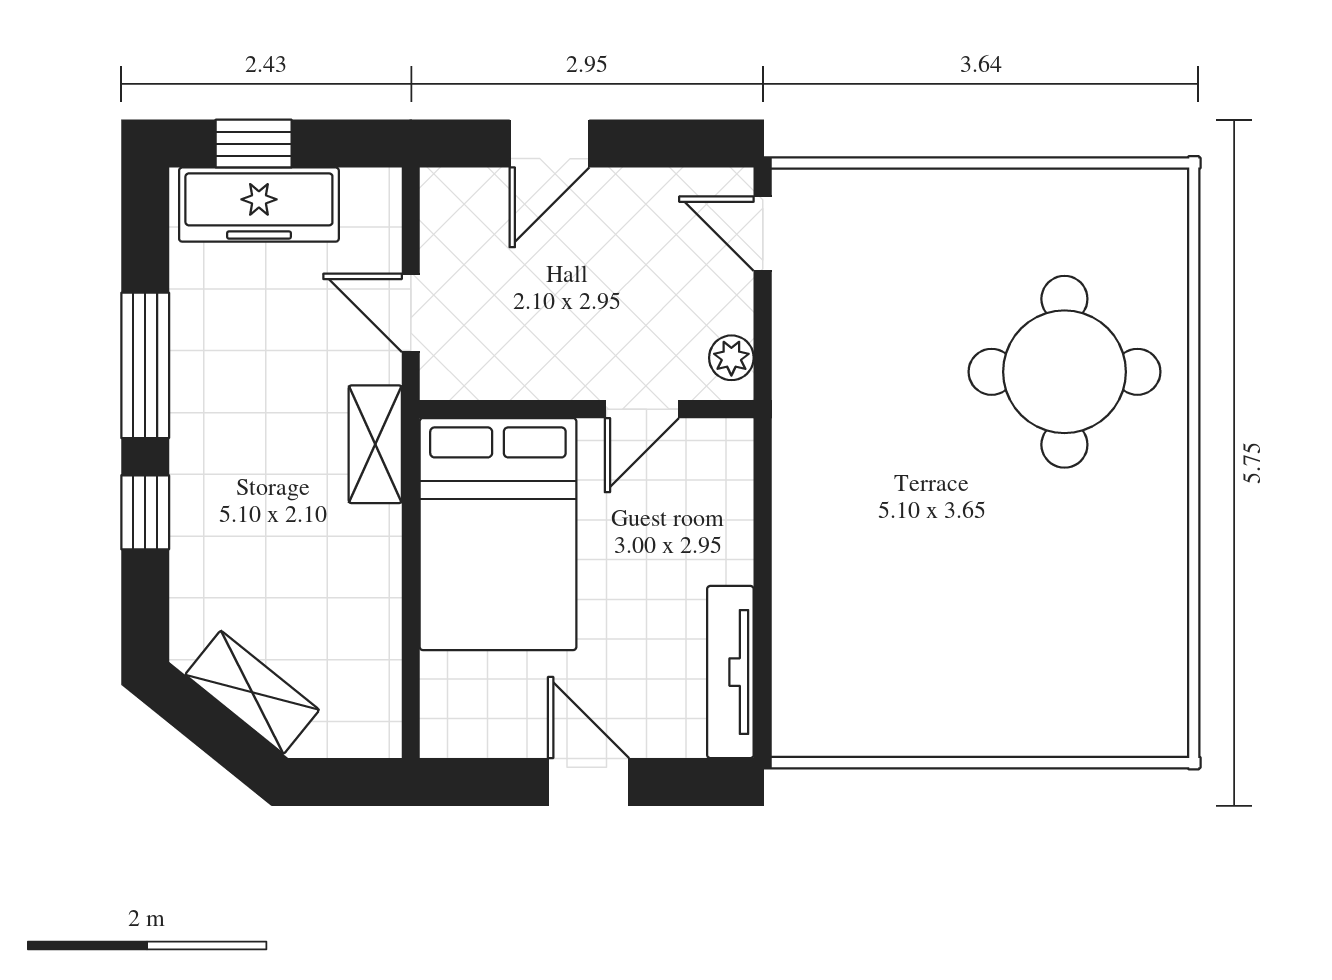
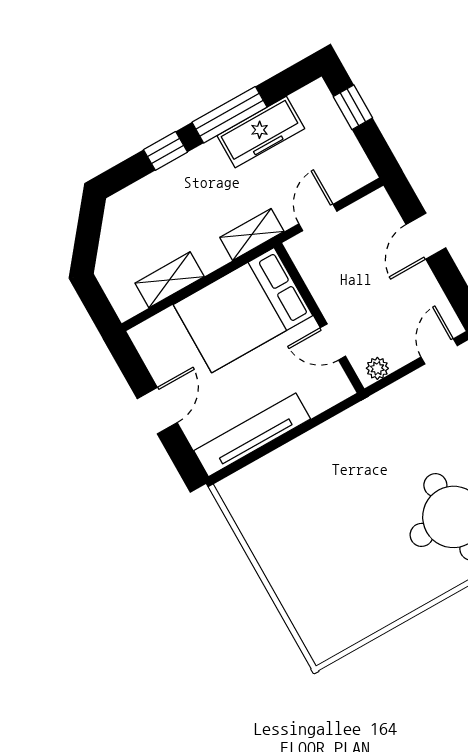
door: (549, 144) -> (426, 236), hinge flipped
freezer: (259, 205) -> (261, 132), moved, turned -90
tv unit: (730, 672) -> (252, 435), width x1.36, depth x1.29
shelving: (252, 692) -> (170, 280), moved, turned 51

